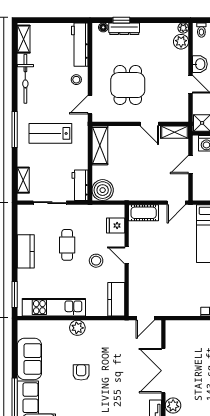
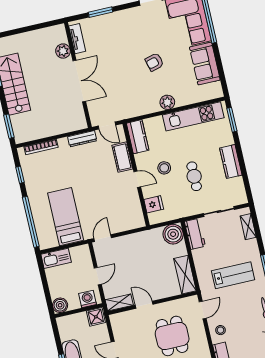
cot: (144, 213) -> (122, 157), moved, turned 90
dresser: (174, 310) -> (82, 139), added
door: (145, 318) -> (107, 126), swing flipped
armchair: (81, 372) -> (154, 62), turned 75

